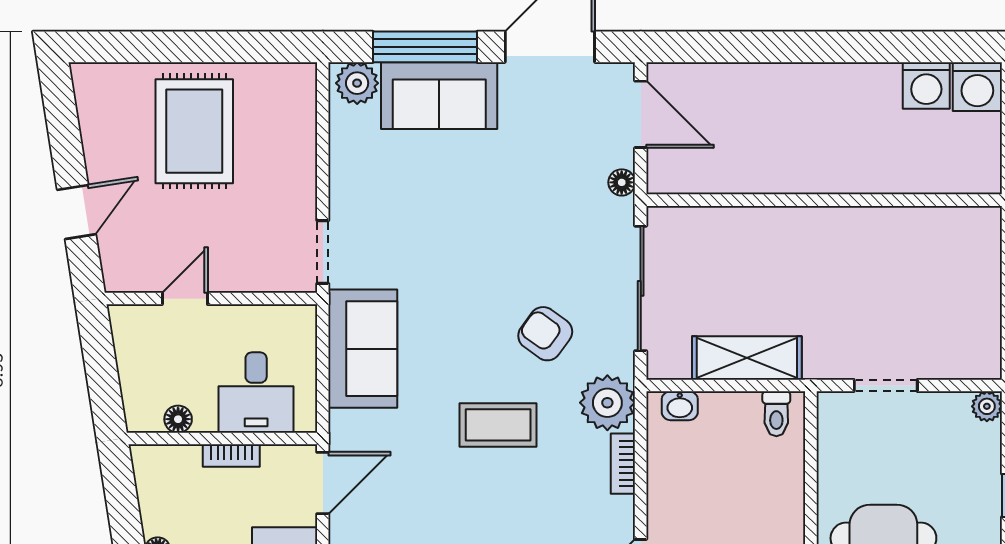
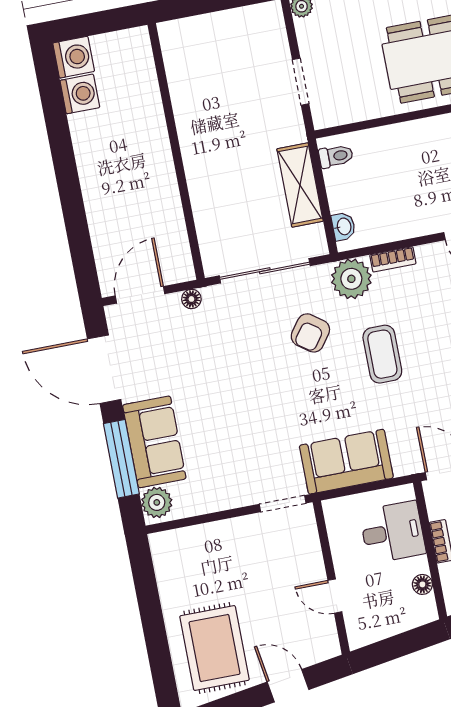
rug: (194, 131) -> (214, 648), moved, turned 90

